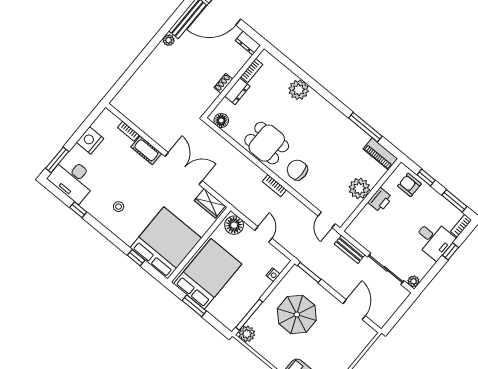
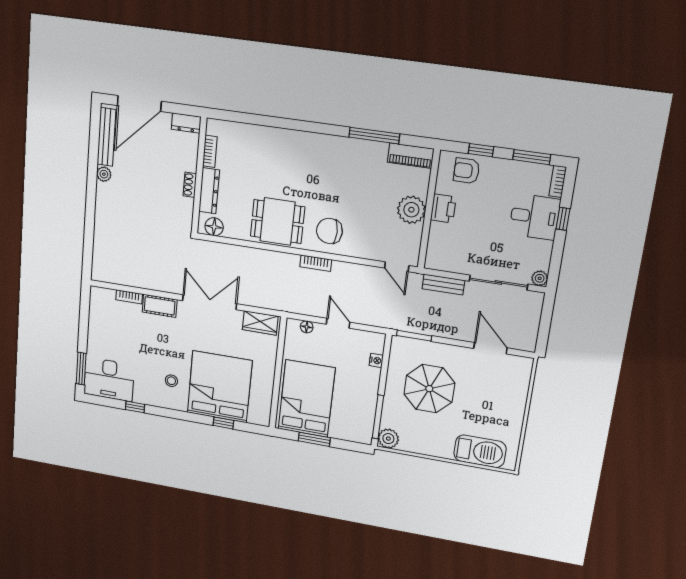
plant: (299, 90) -> (274, 140), removed
dresser: (237, 91) -> (209, 191), width x1.44
nightstand: (90, 140) -> (99, 329), removed
floor lamp: (234, 225) -> (307, 327), width x0.53, depth x0.53
bed: (166, 243) -> (220, 387), moved

